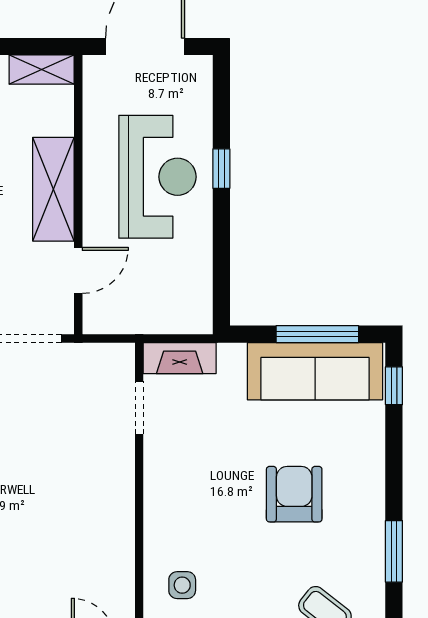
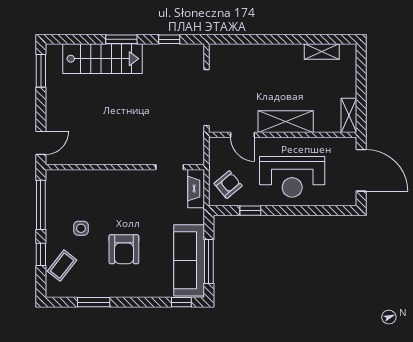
window: (221, 169) -> (250, 211), moved
armchair: (172, 298) -> (228, 185), added
armchair: (294, 494) -> (124, 249), turned 90
side table: (182, 585) -> (81, 228), moved

